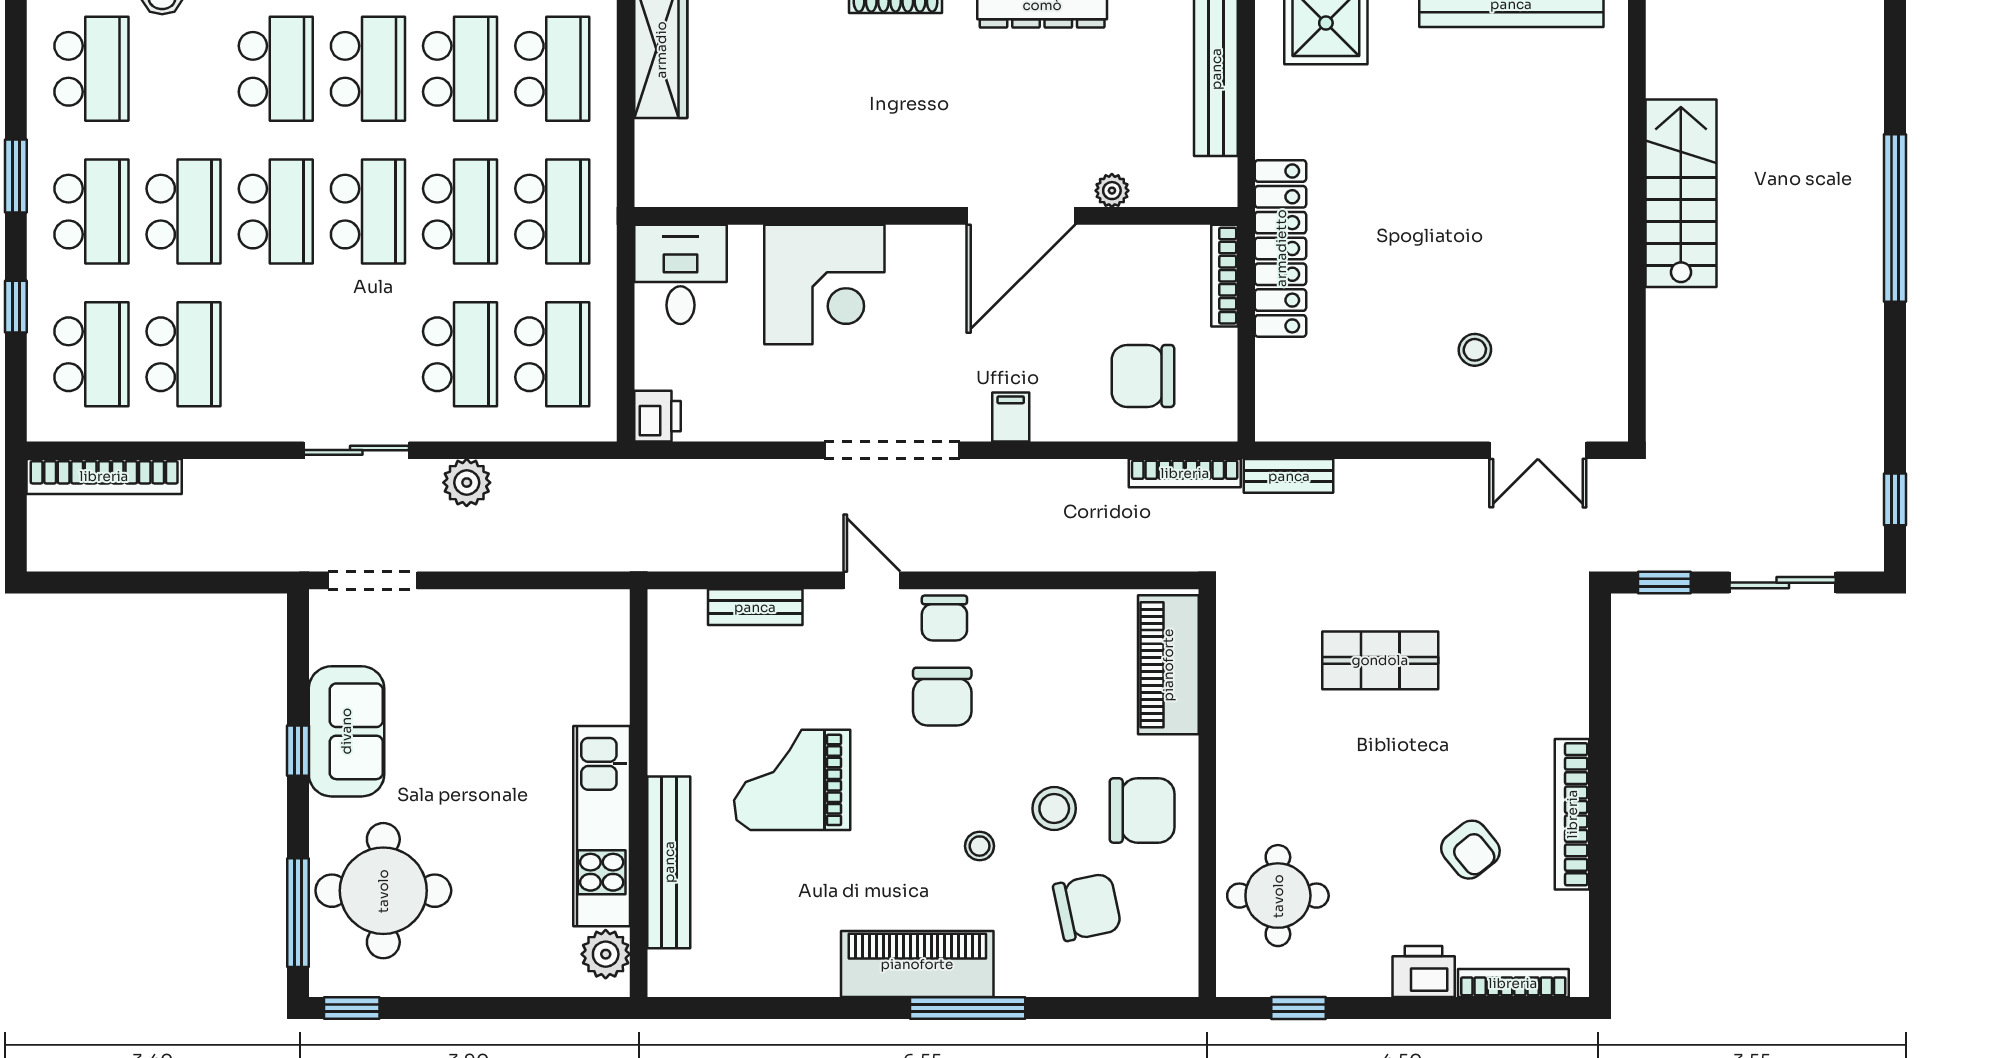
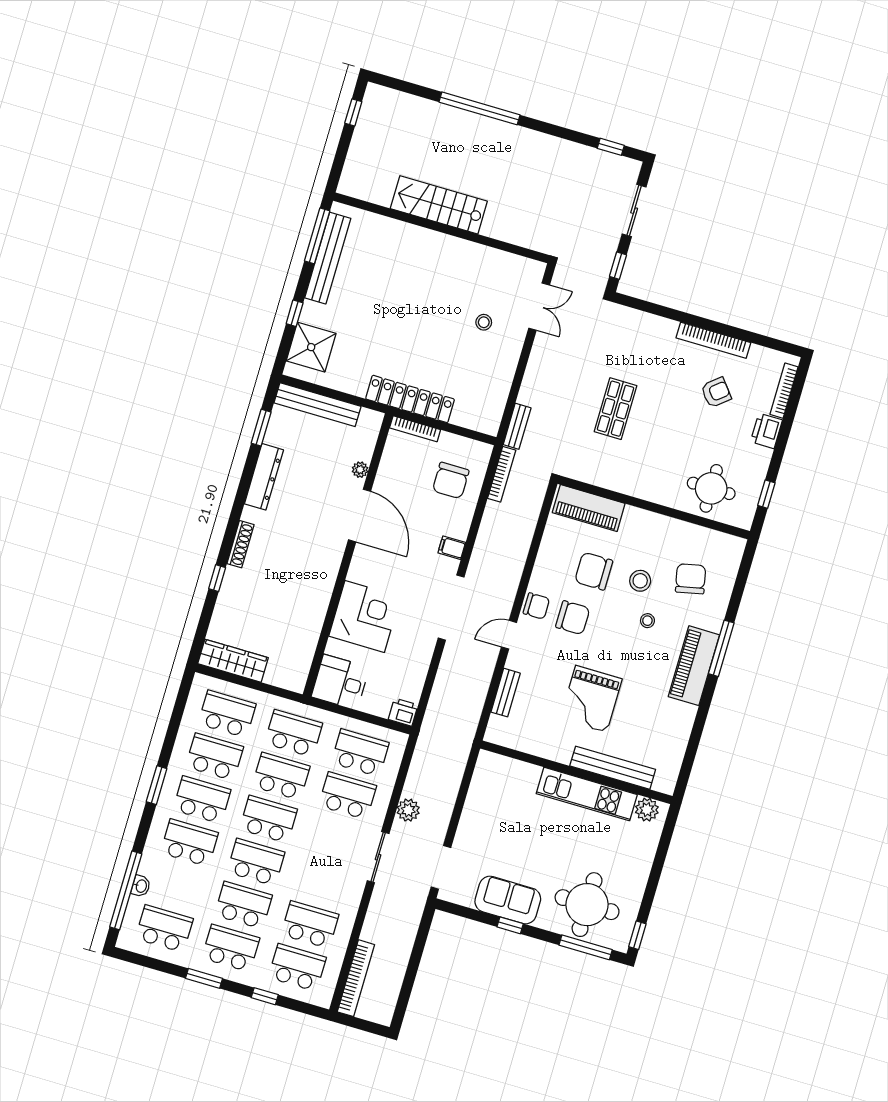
chair: (1142, 810) -> (594, 571), moved, turned -90

